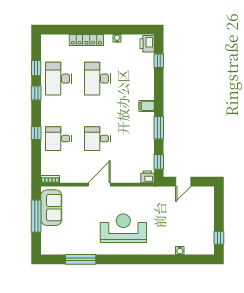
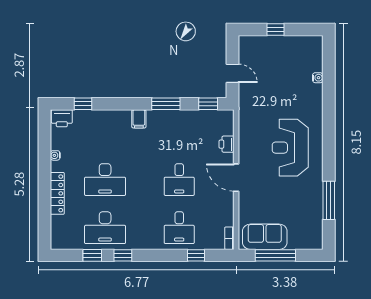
window: (36, 133) -> (196, 255), moved
printer: (147, 177) -> (227, 144), moved
window: (219, 238) -> (276, 29), moved

